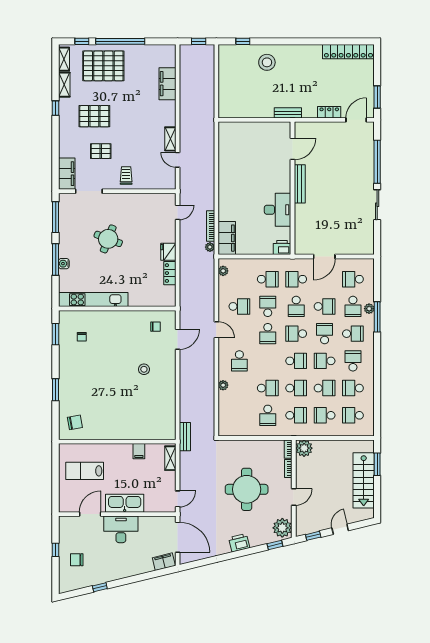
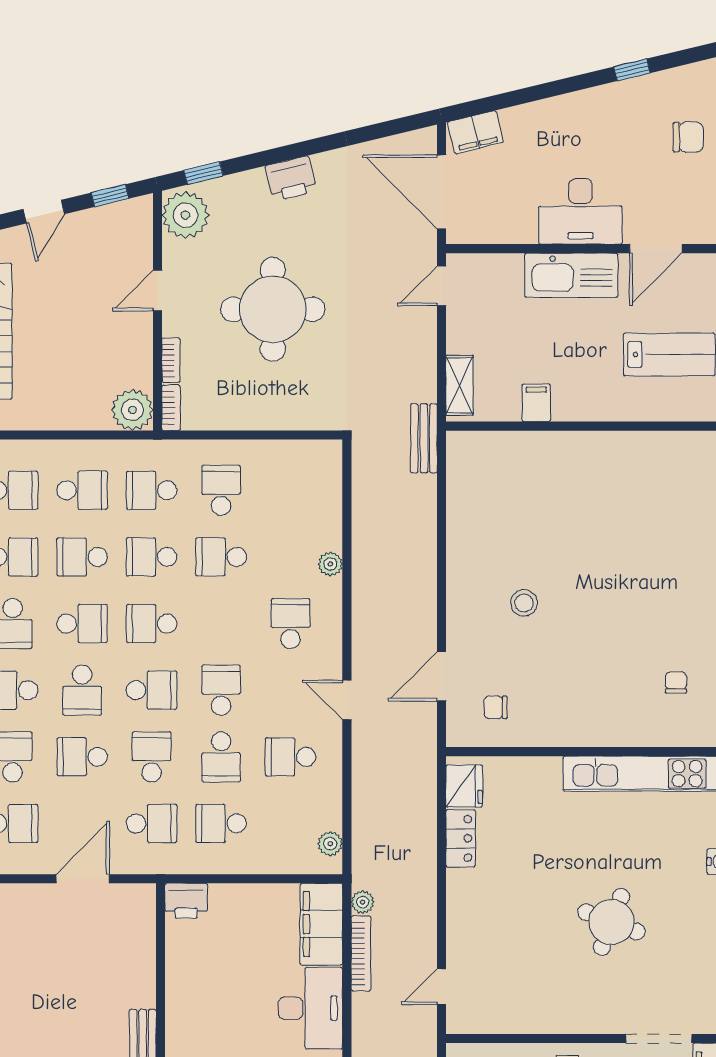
desk: (278, 210) -> (310, 1008), moved, turned 180
fridge: (168, 252) -> (464, 786), moved
chair: (75, 422) -> (693, 473), removed

